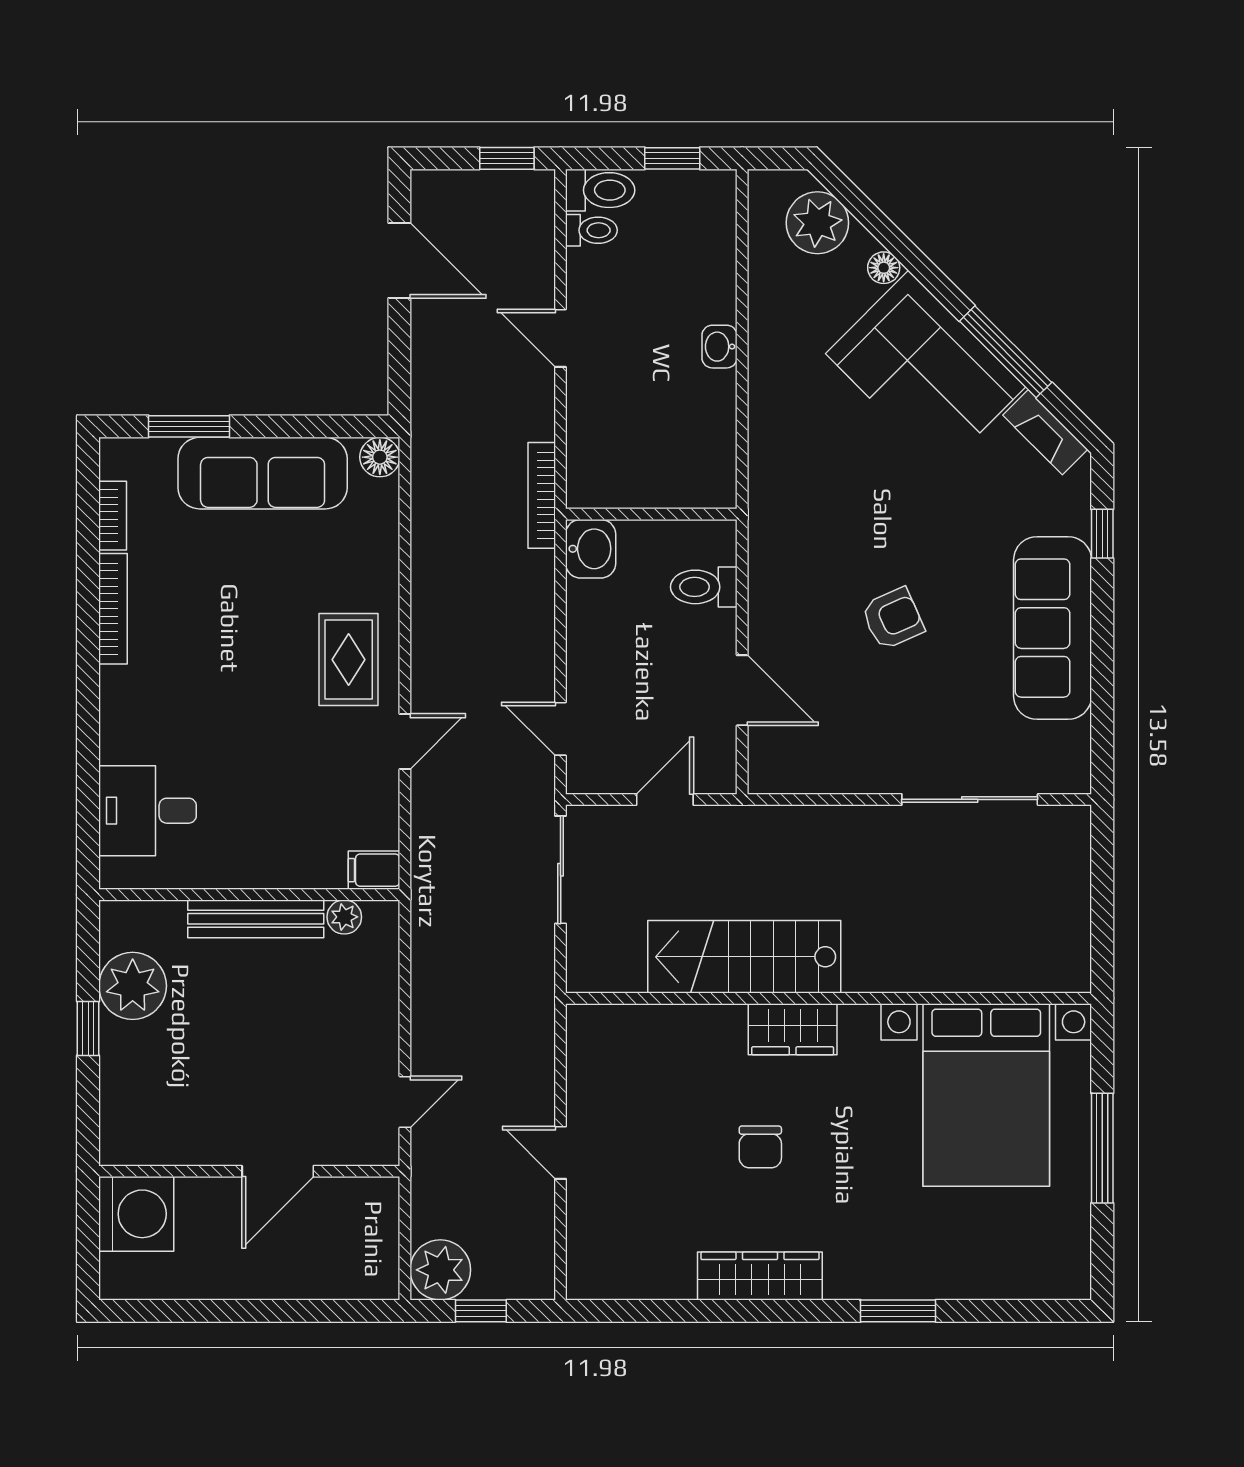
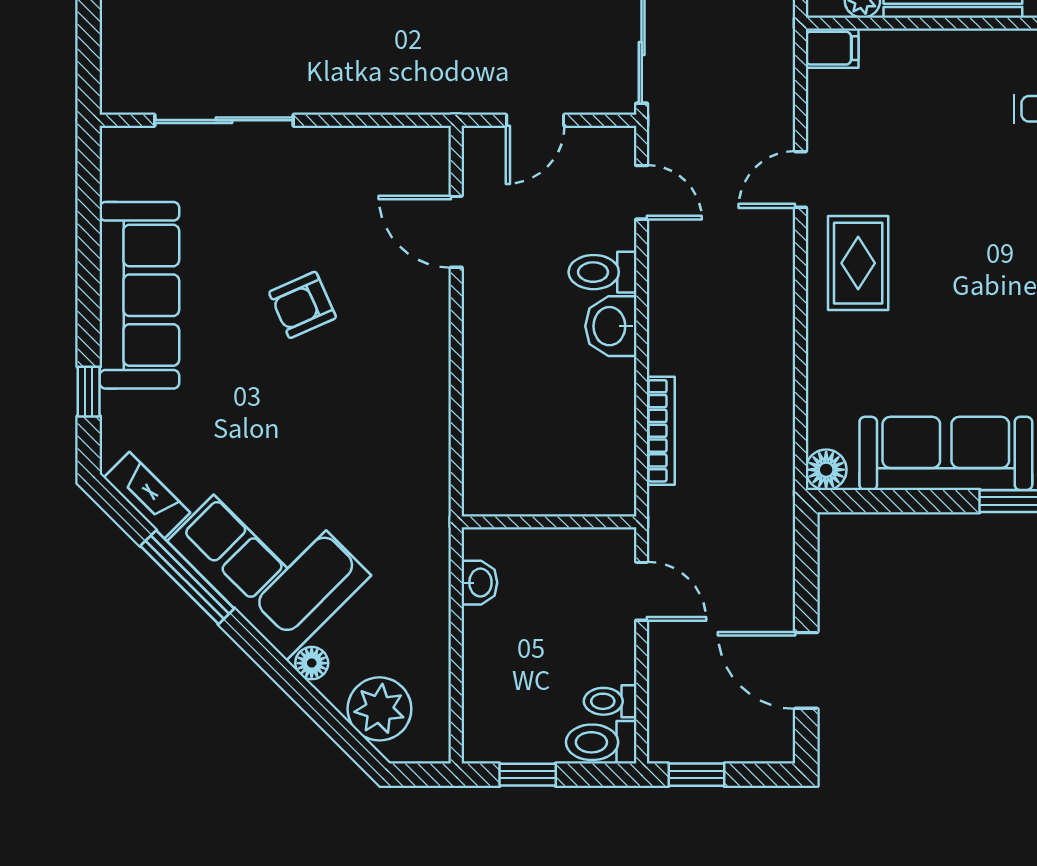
wall: (651, 514) -> (549, 522), moved
washbasin: (591, 549) -> (611, 326), moved
toilet: (704, 587) -> (603, 272), moved, turned 180

